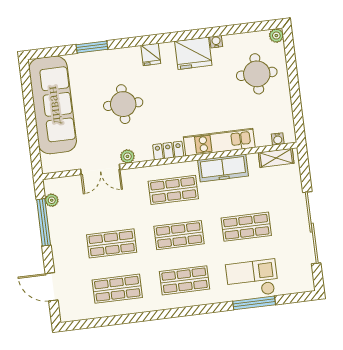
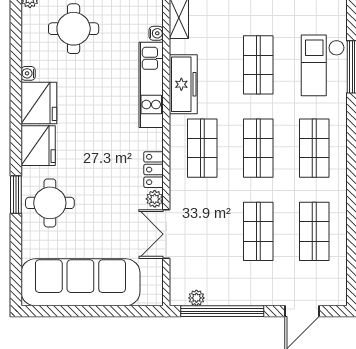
window: (92, 47) -> (16, 195), moved
fridge: (151, 54) -> (38, 146), width x1.88, depth x1.34
round table: (123, 104) -> (50, 203), moved
water cooler: (278, 139) -> (156, 33), moved
locker: (168, 151) -> (154, 170), moved
double door: (100, 169) -> (166, 234), swing flipped
window: (44, 222) -> (222, 311), width x1.46

